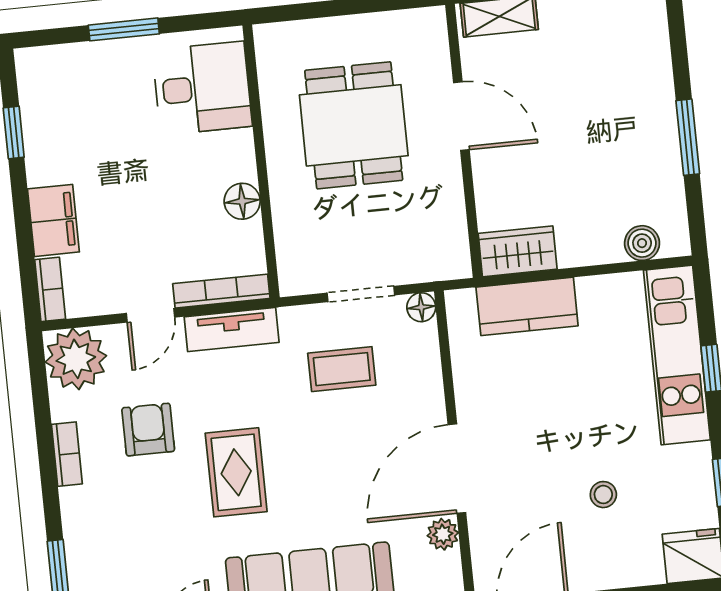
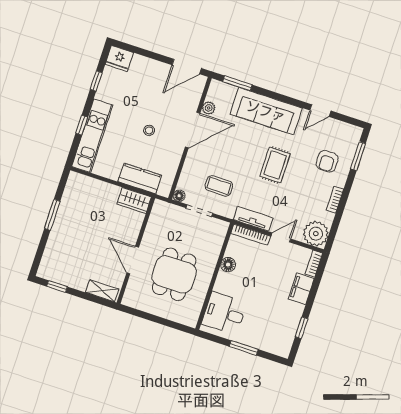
boiler: (642, 243) -> (87, 183), removed
armchair: (148, 430) -> (327, 161), moved
stool: (603, 495) -> (149, 130), moved

